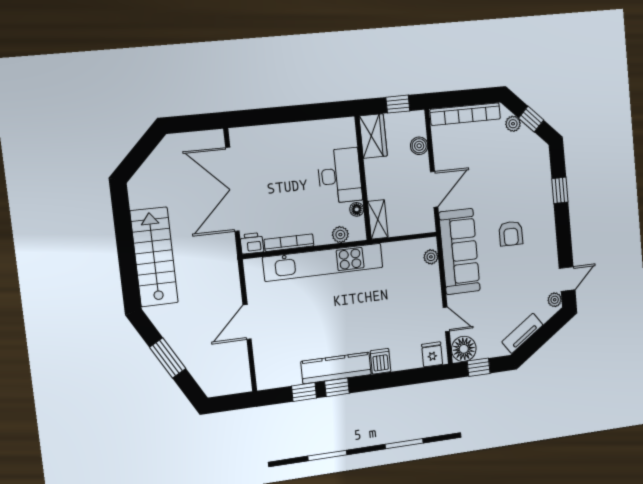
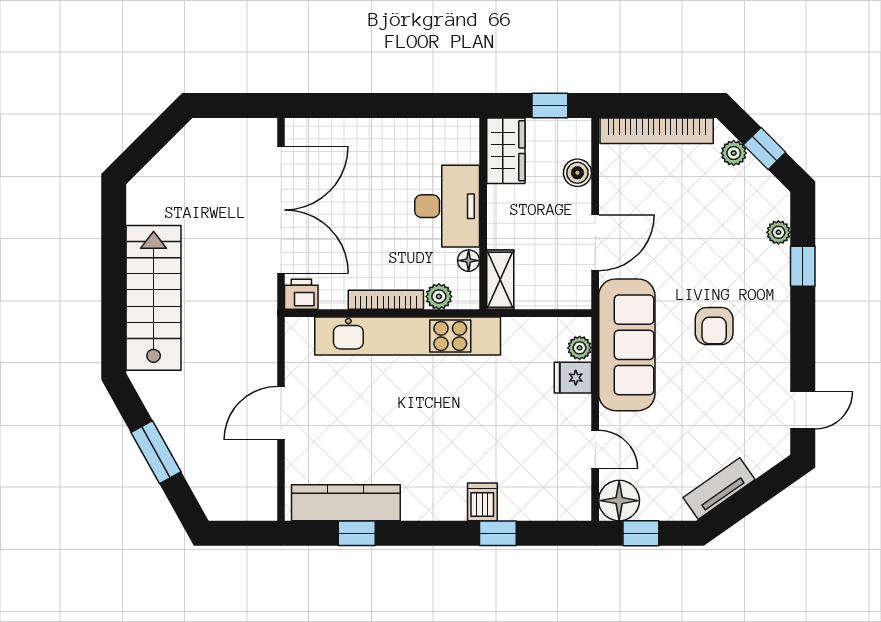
double door: (232, 189) -> (281, 210), swing flipped
bookcase: (289, 243) -> (386, 300), moved
plant: (555, 300) -> (778, 232), moved
fridge: (432, 354) -> (573, 378), moved, turned -90
kitchen counter: (336, 368) -> (346, 503), moved
window: (337, 387) -> (498, 533), moved

